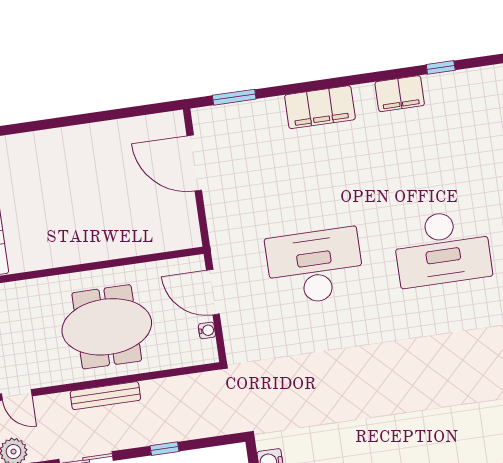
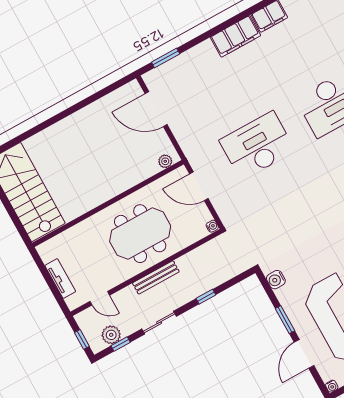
filing cabinet: (320, 107) -> (235, 36), moved
plant: (179, 240) -> (165, 161), added
water cooler: (207, 330) -> (212, 226), moved

